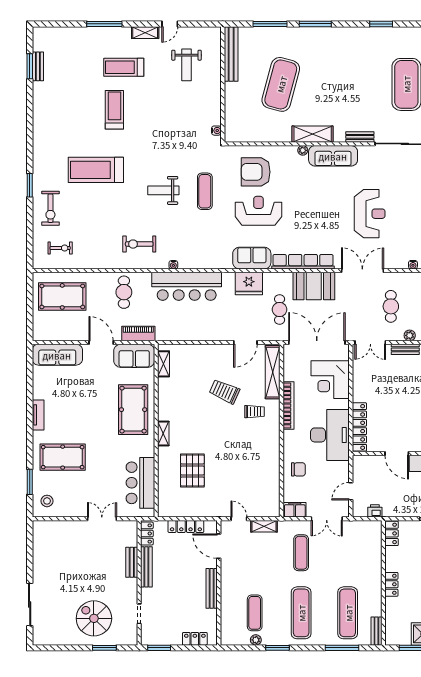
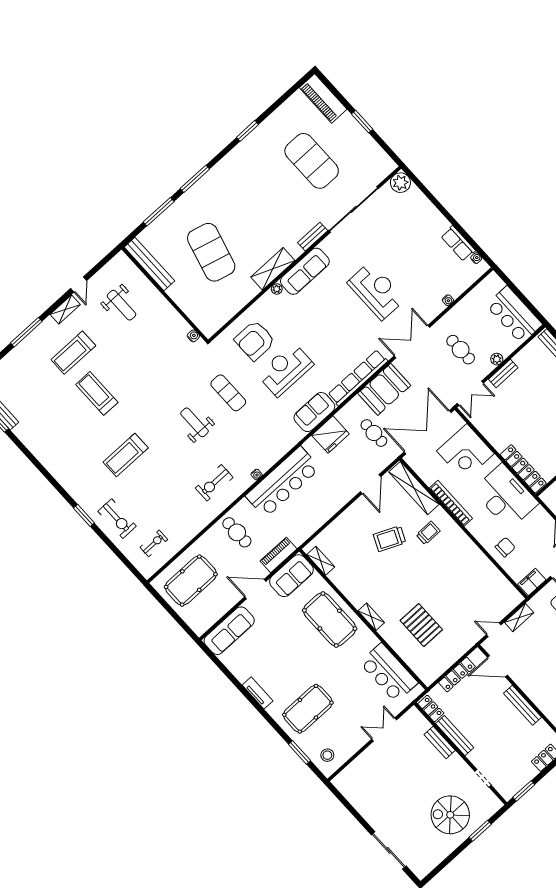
treadmill: (96, 170) -> (126, 455), width x0.73, depth x0.73
weight bench: (163, 190) -> (194, 422), turned 90

